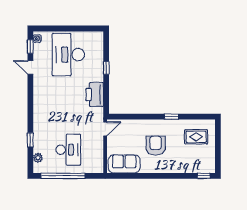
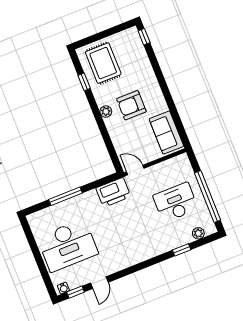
window: (106, 68) -> (66, 196), width x2.17
printer: (95, 95) -> (113, 192), moved
window: (172, 117) -> (84, 82), moved
plant: (158, 124) -> (106, 112), added
rug: (196, 137) -> (103, 63), width x1.36, depth x1.43

